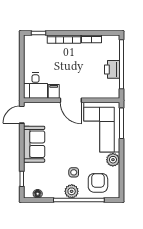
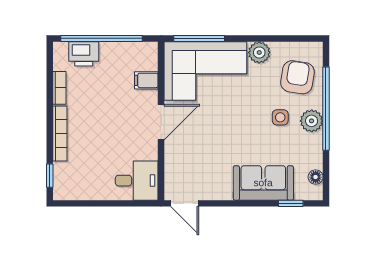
printer: (112, 69) -> (84, 54), moved
filing cabinet: (54, 91) -> (146, 80), moved
sofa: (34, 144) -> (263, 183), moved
armchair: (98, 183) -> (297, 77), turned 99

